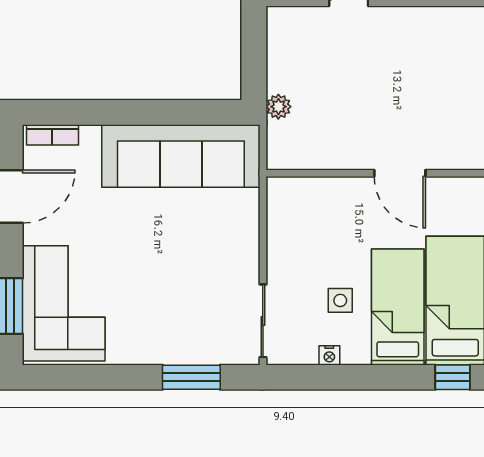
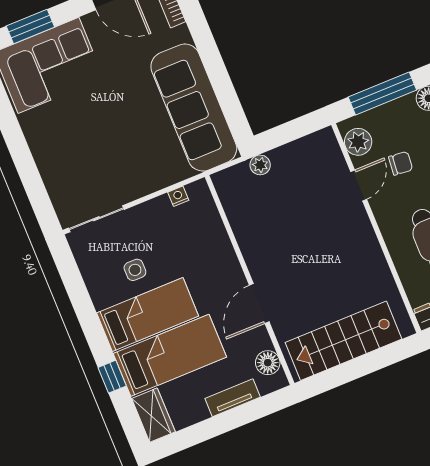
door: (400, 173) -> (259, 303), moved
nightstand: (329, 355) -> (178, 196), moved, turned 90
window: (191, 377) -> (33, 183), removed

